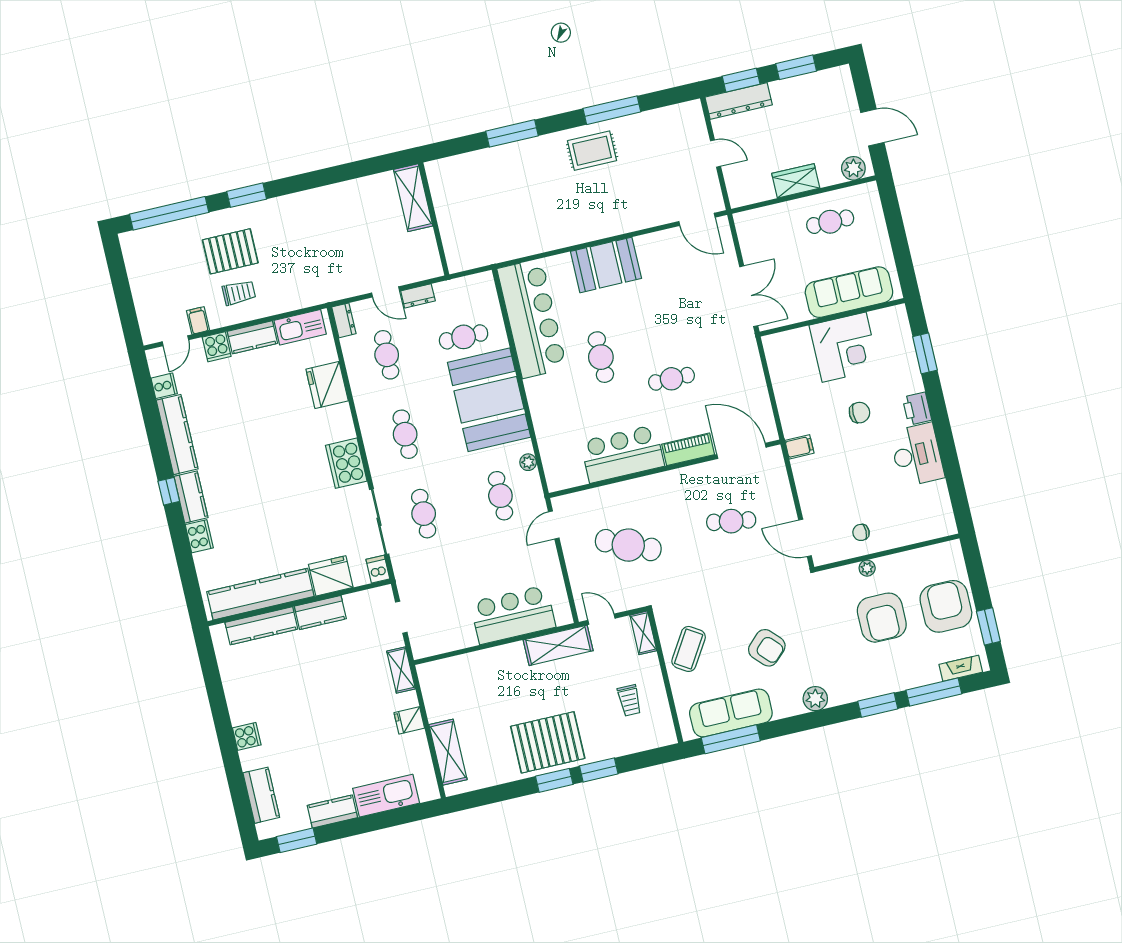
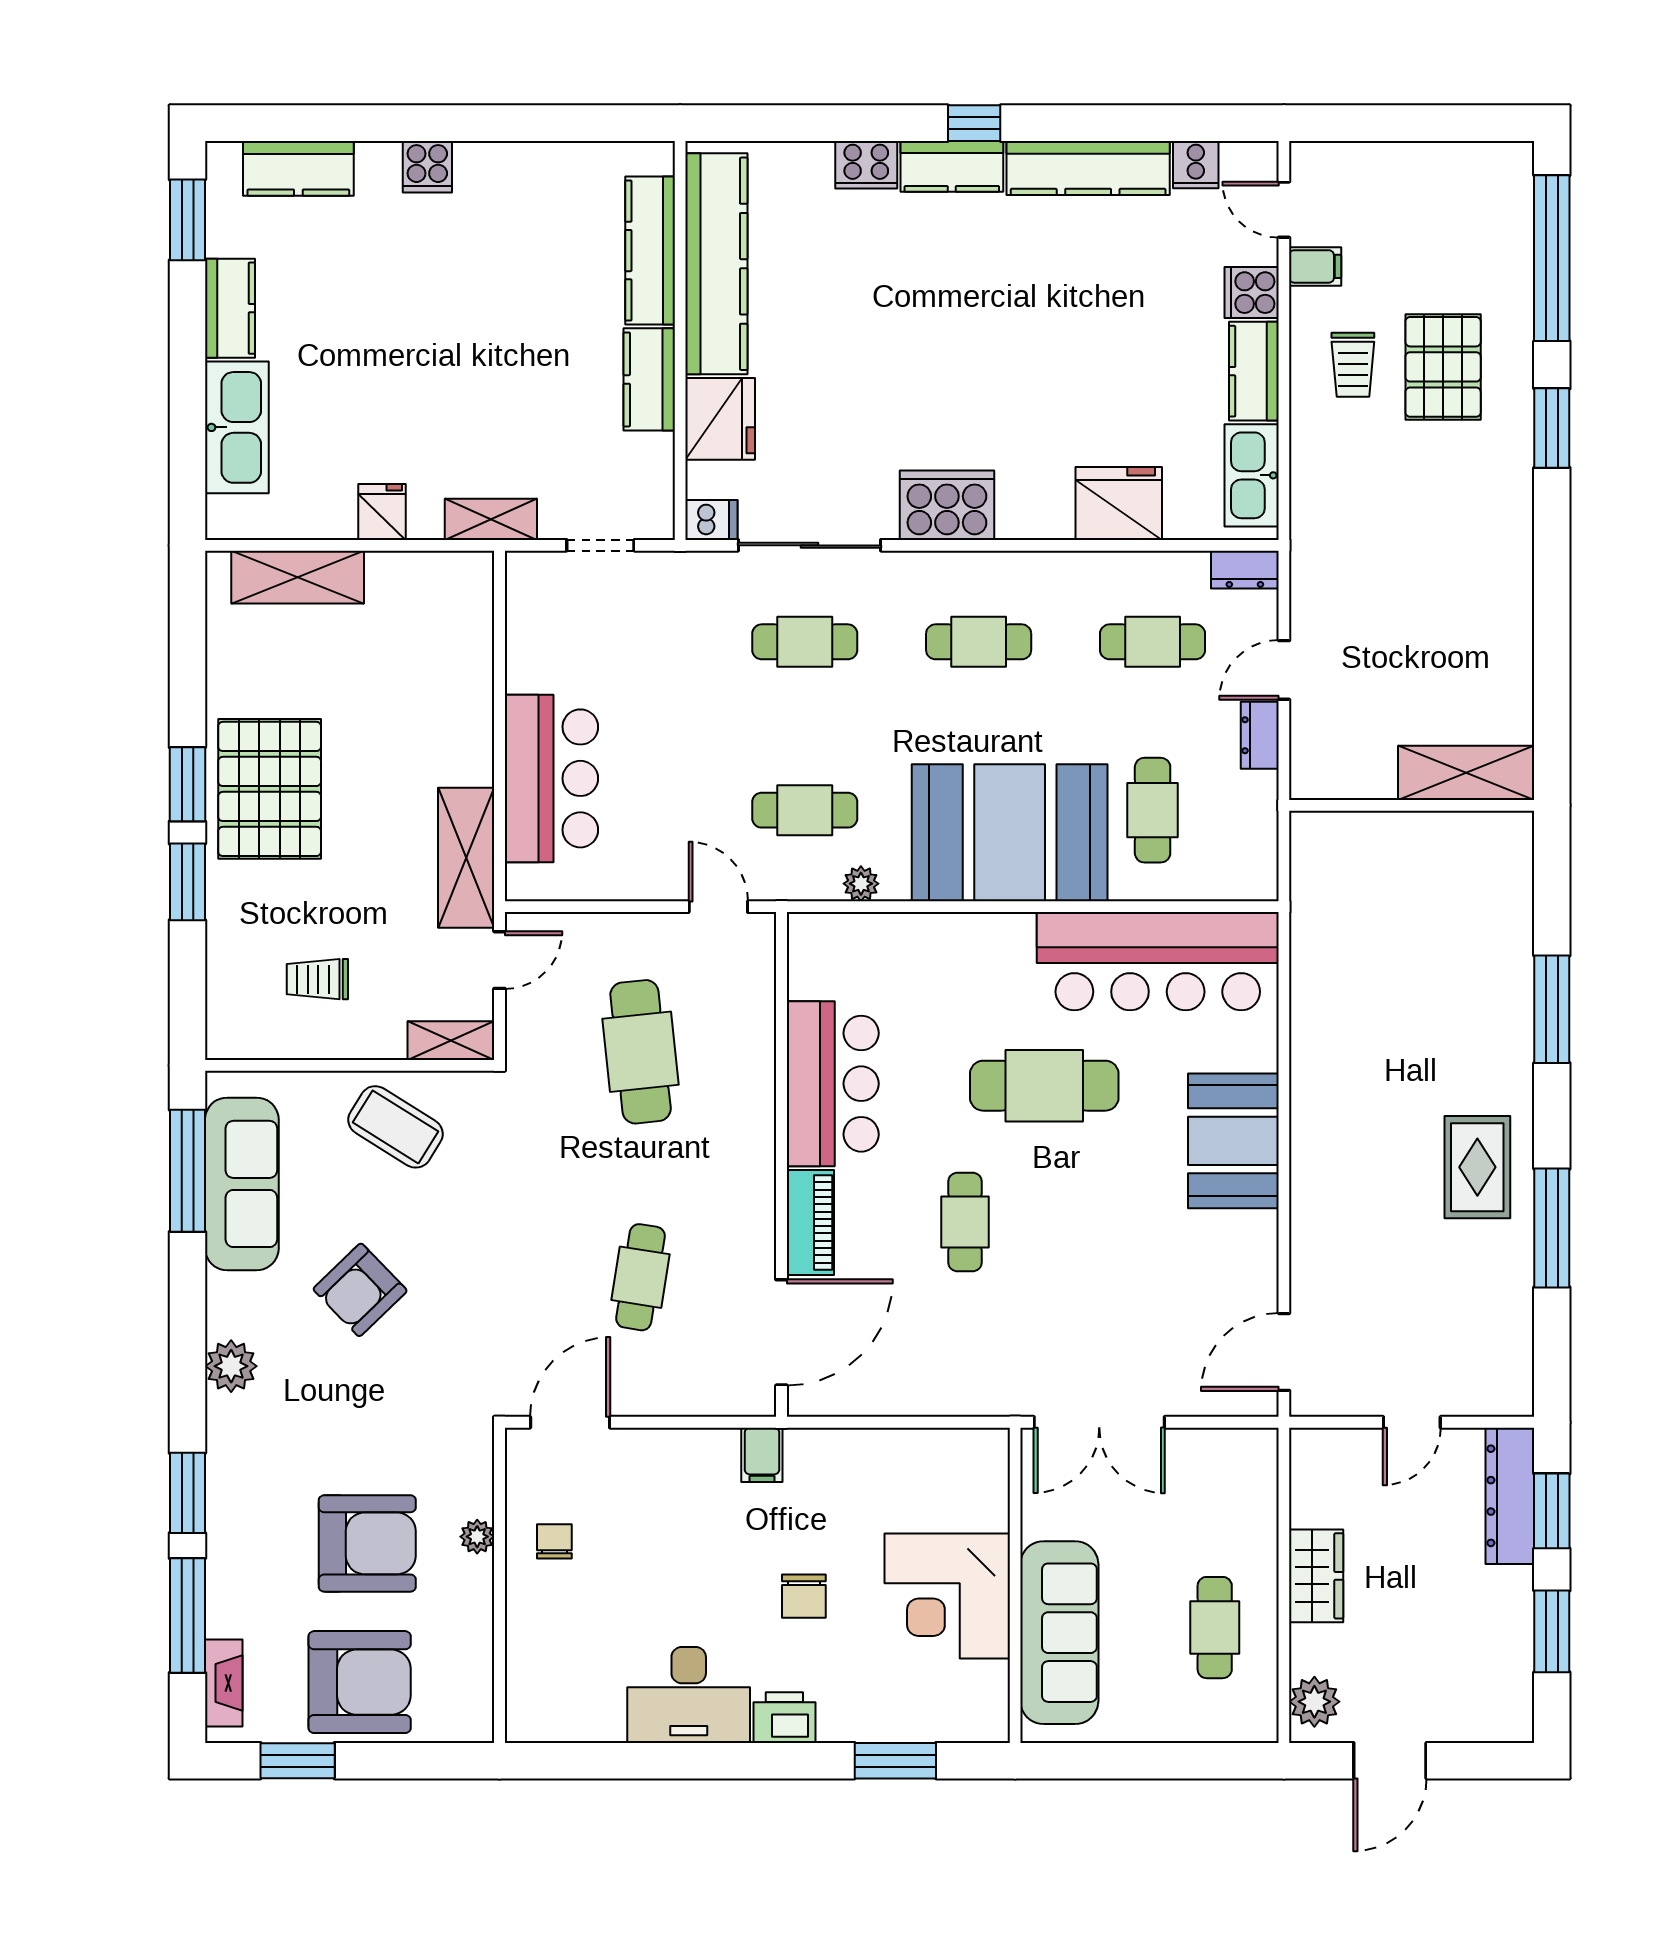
cafe table: (601, 357) -> (1044, 1086), width x1.37, depth x1.35
cafe table: (628, 545) -> (641, 1052), turned -30
armchair: (882, 618) -> (367, 1543), turned 180

